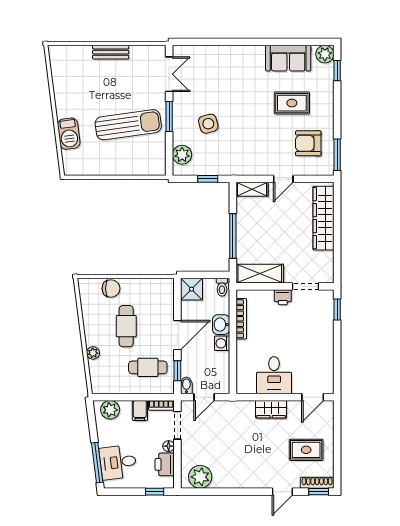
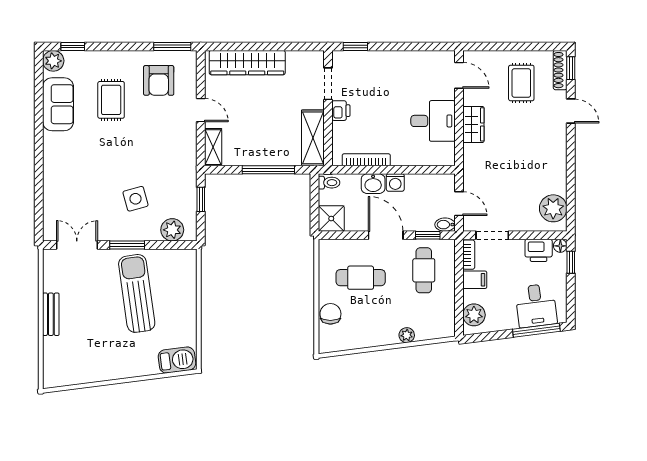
barbecue: (69, 134) -> (177, 360), moved
cafe table: (126, 326) -> (361, 278), moved
floor lamp: (169, 446) -> (560, 246), moved

